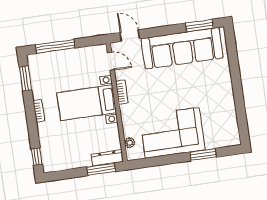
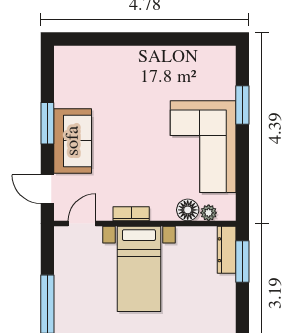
window: (200, 26) -> (47, 123), moved
door: (130, 36) -> (47, 189), hinge flipped
sofa: (182, 48) -> (73, 141), width x0.54, depth x0.79
floor lamp: (130, 129) -> (188, 210), added

